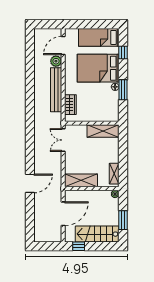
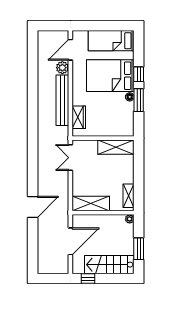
window: (123, 53) -> (139, 74), moved

